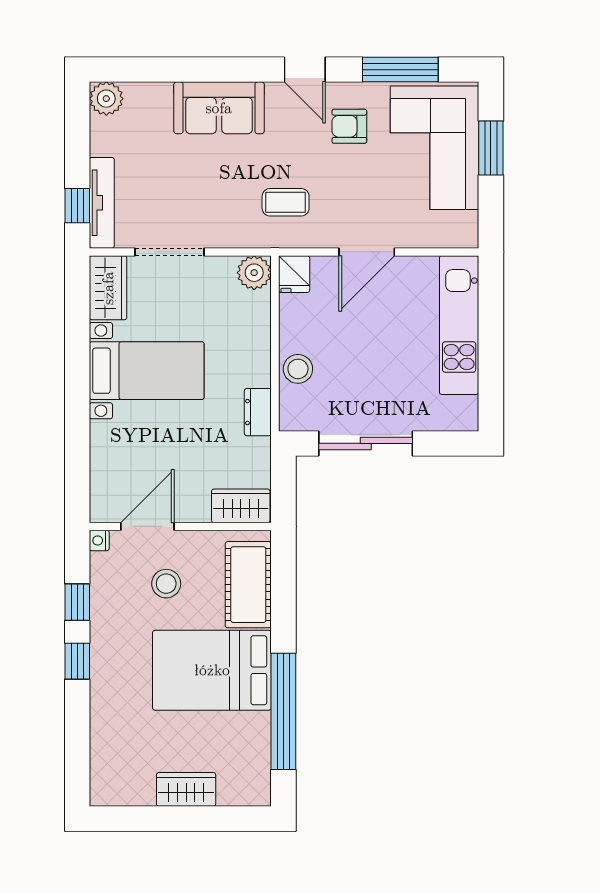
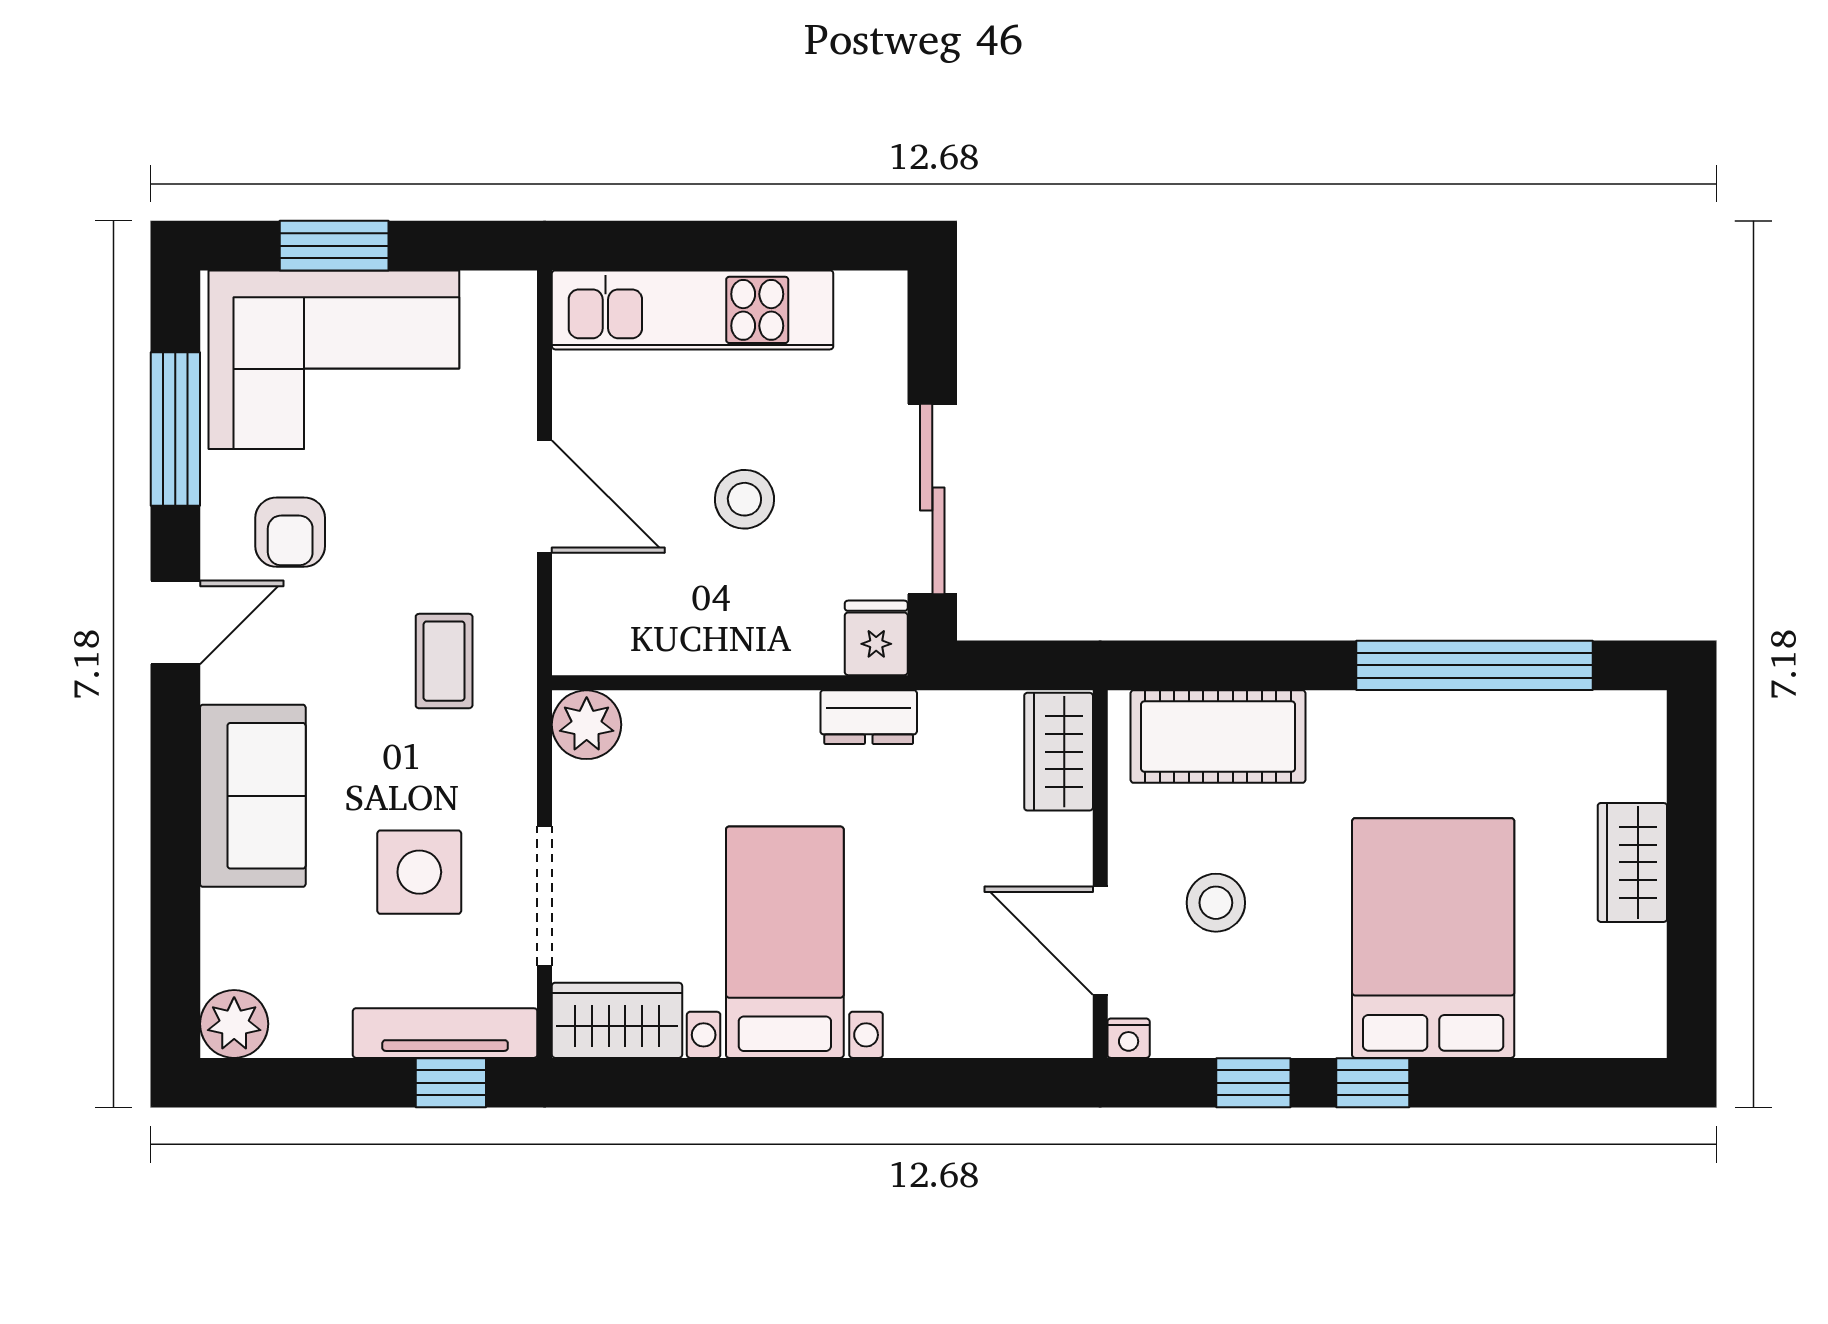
side table: (181, 190) -> (419, 872), added
fridge: (294, 274) -> (876, 638), moved, turned -90
stool: (298, 369) -> (744, 499), moved
bed: (212, 670) -> (1433, 938), moved, turned 180

